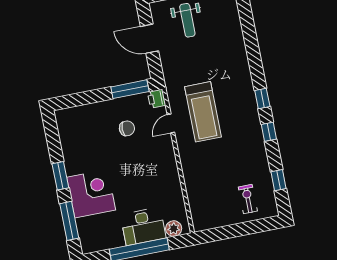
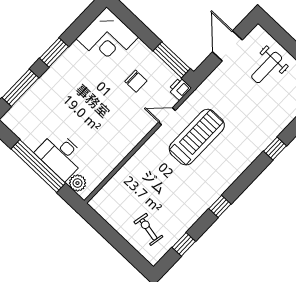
window: (262, 98) -> (275, 149), moved
treadmill: (203, 112) -> (197, 137), turned 180
corner desk: (91, 194) -> (107, 38), moved, turned 90
exercise bike: (248, 199) -> (148, 229), turned -79

